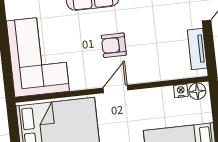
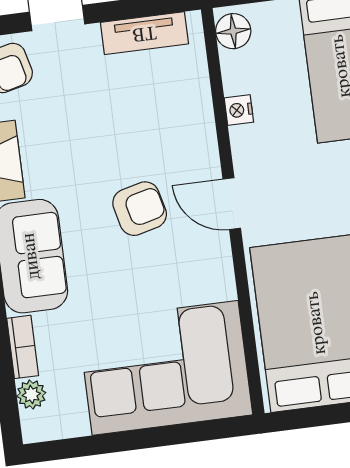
armchair: (114, 45) -> (140, 209), turned -104
nightstand: (181, 91) -> (239, 110), moved

